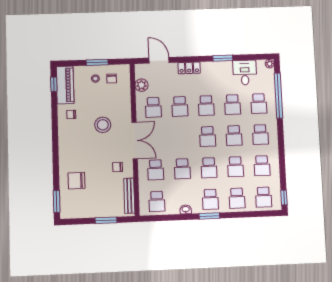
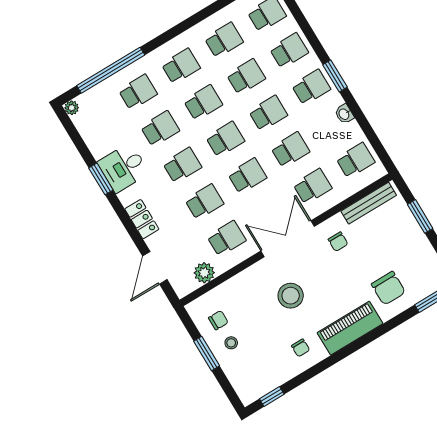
desk: (245, 73) -> (123, 168), moved
piano: (65, 85) -> (350, 328), moved
school desk: (181, 137) -> (247, 176), added

